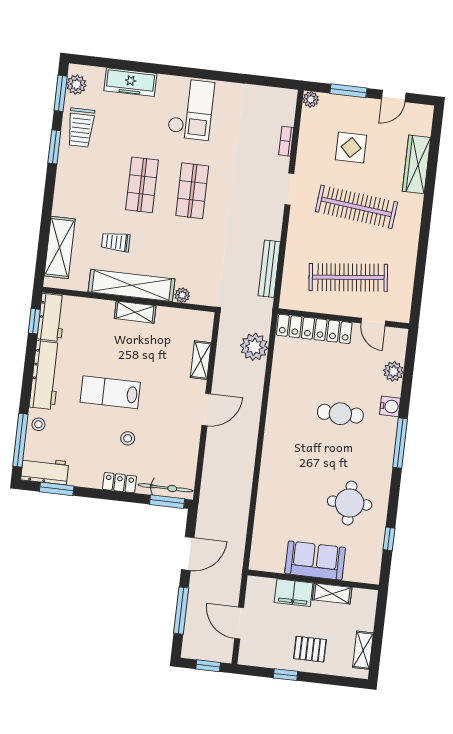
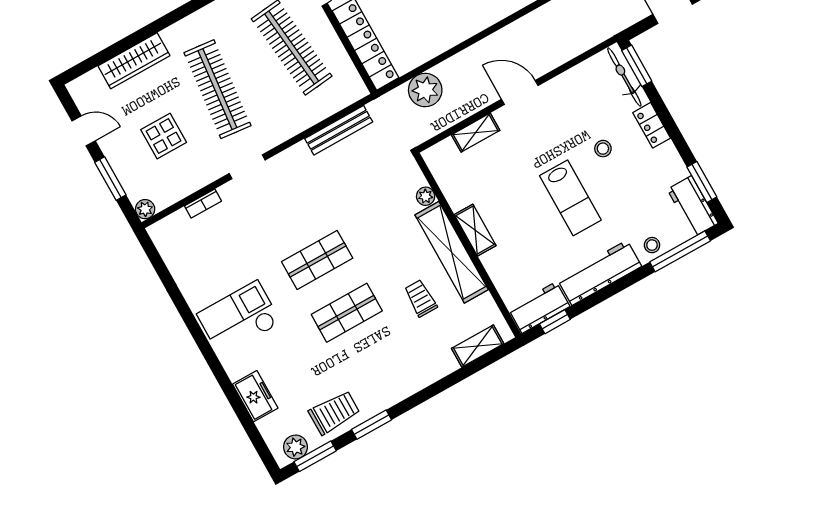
freezer: (130, 82) -> (255, 396), width x0.71
trolley: (116, 242) -> (421, 298), turned 180
shelving: (60, 247) -> (478, 346), width x0.67, depth x0.75

